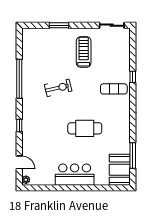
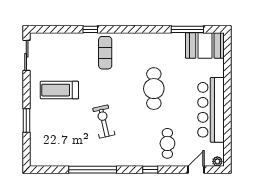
cafe table: (40, 139) -> (167, 143), added
bar counter: (75, 175) -> (211, 110), width x1.36

